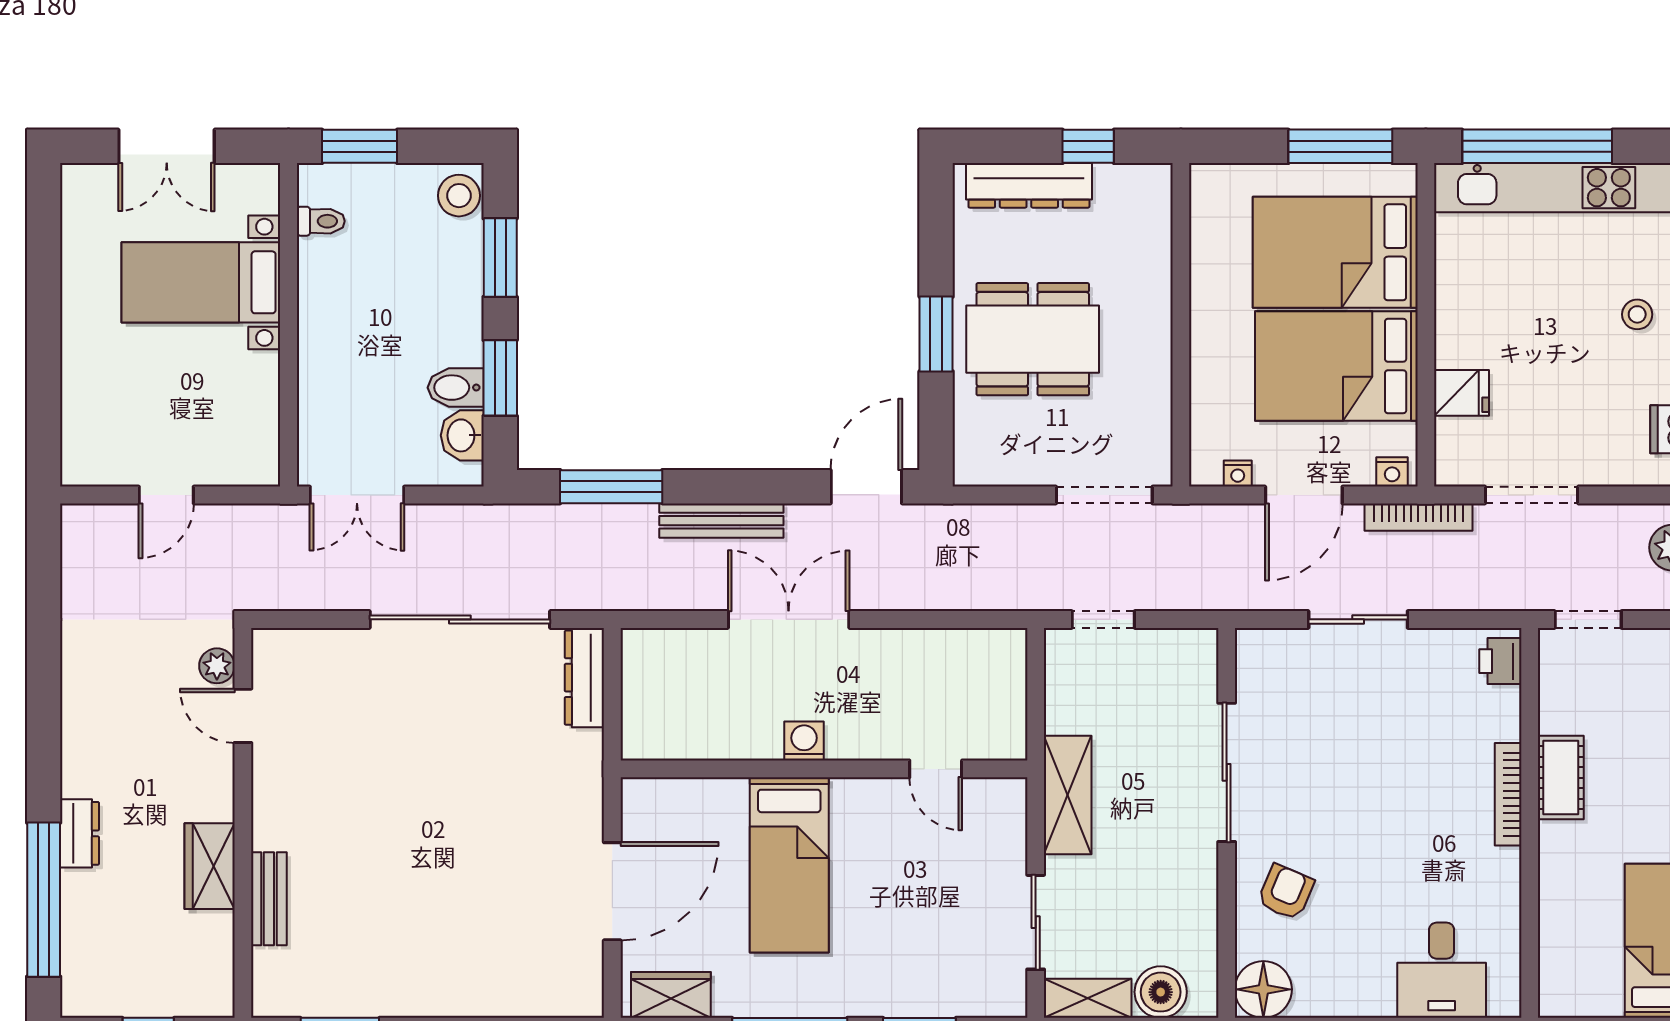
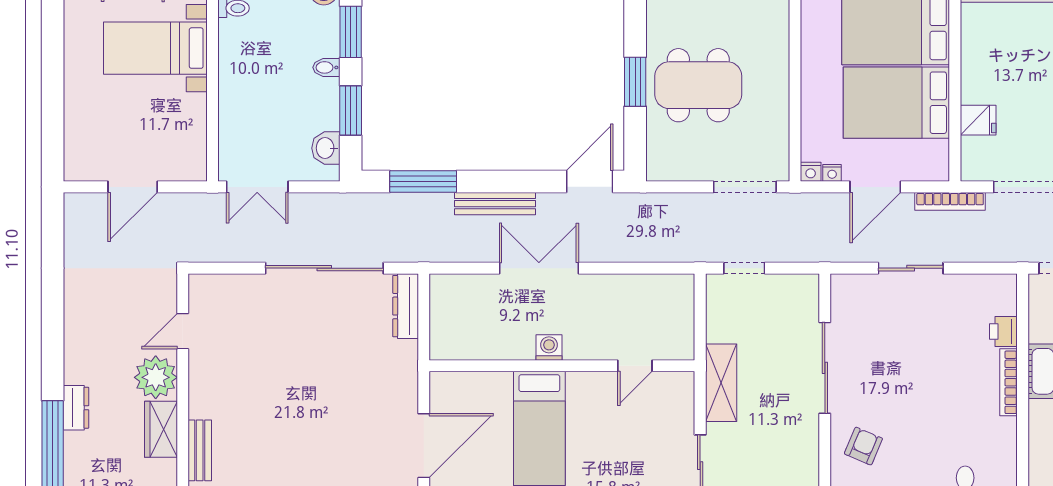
bidet: (456, 388) -> (326, 67), moved, width x0.72, depth x0.74
nightstand: (1392, 472) -> (811, 172), moved
door: (166, 495) -> (133, 187), width x1.38
printer: (1500, 661) -> (1003, 331), moved
plant: (217, 666) -> (156, 377), moved, width x1.88, depth x1.88
door: (243, 716) -> (183, 331), hinge flipped
door: (936, 769) -> (635, 366), hinge flipped

